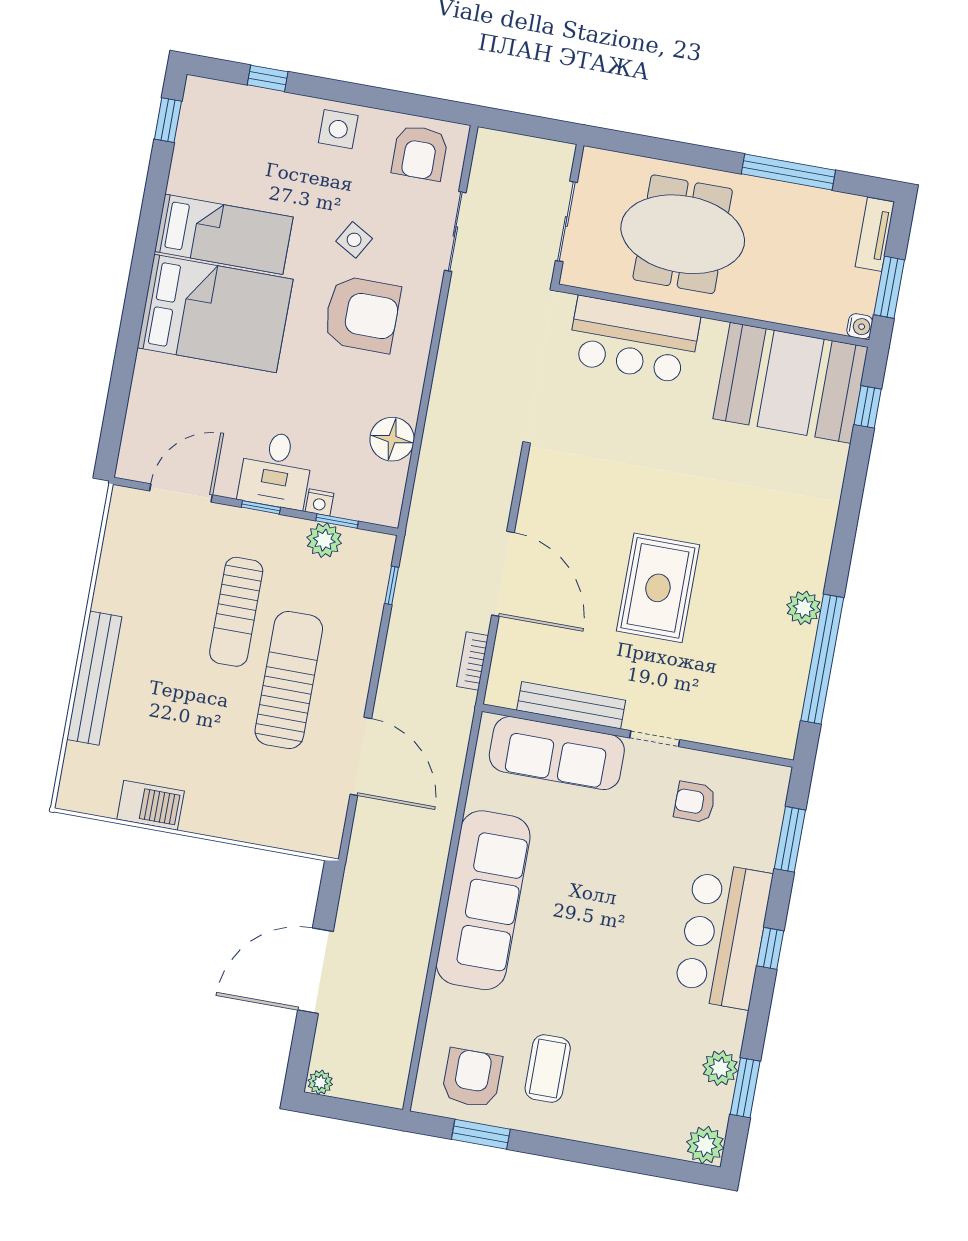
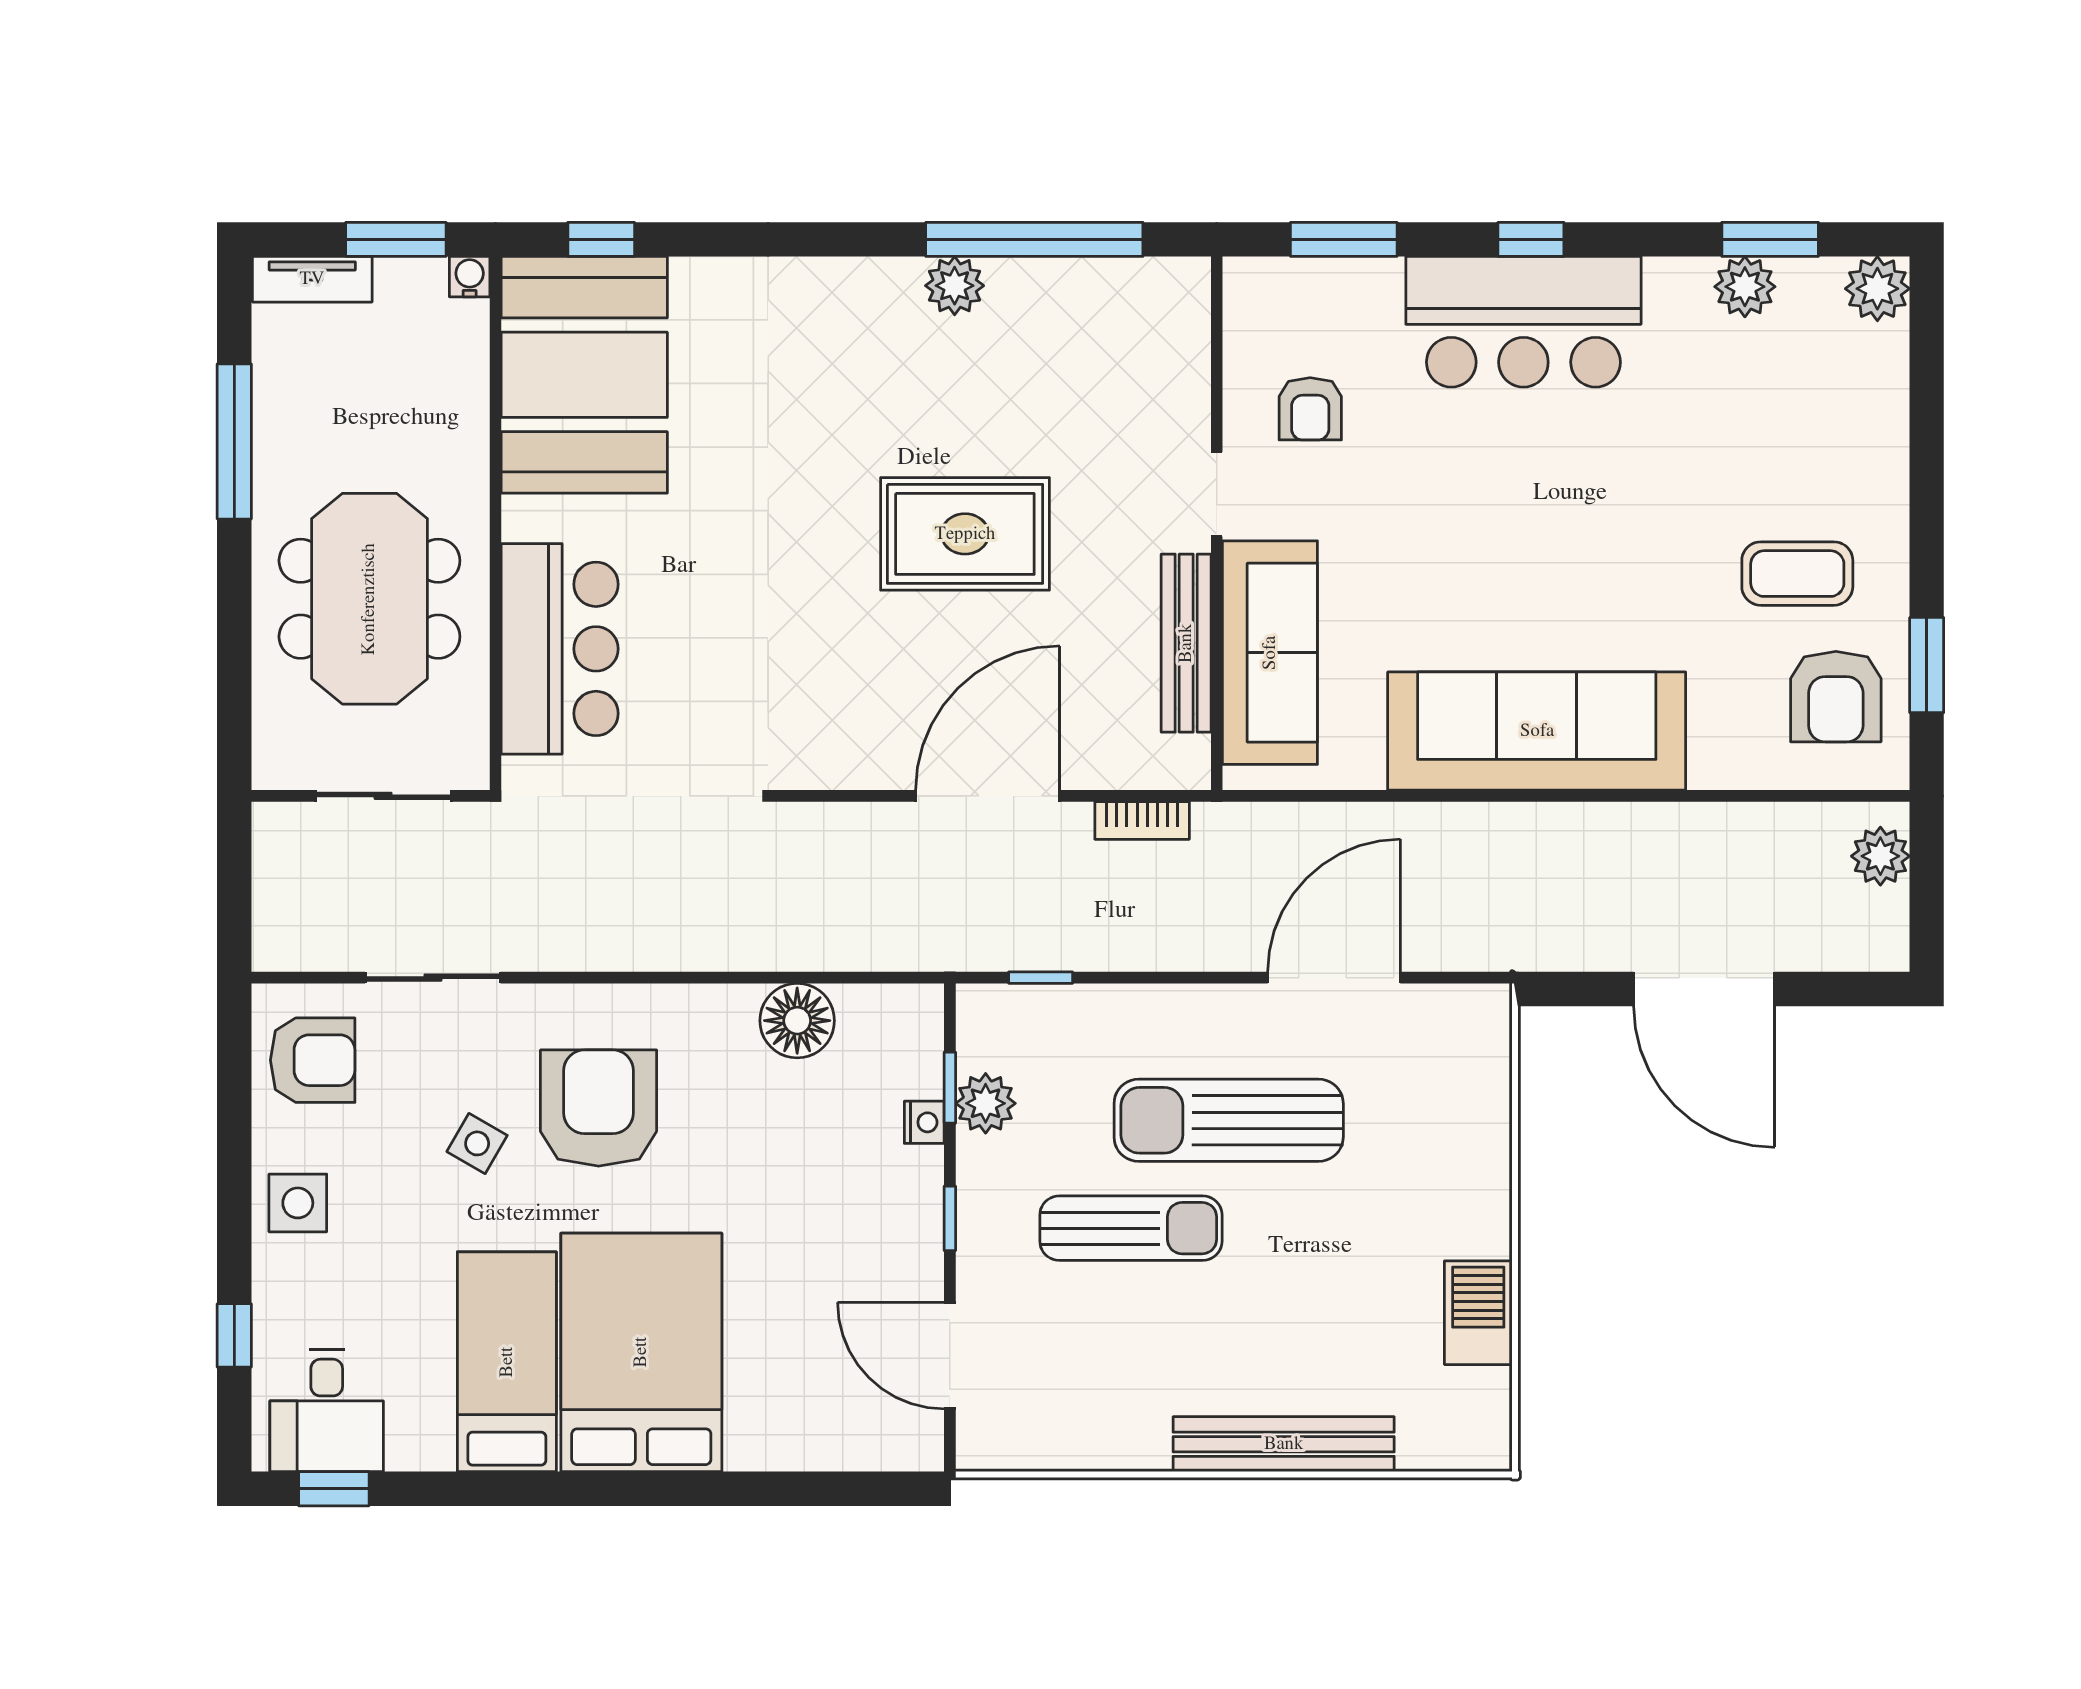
desk: (276, 470) -> (327, 1411), moved, turned 90
armchair: (472, 1078) -> (1836, 697), turned -90
plant: (320, 1082) -> (1880, 856), moved, width x1.38, depth x1.38

